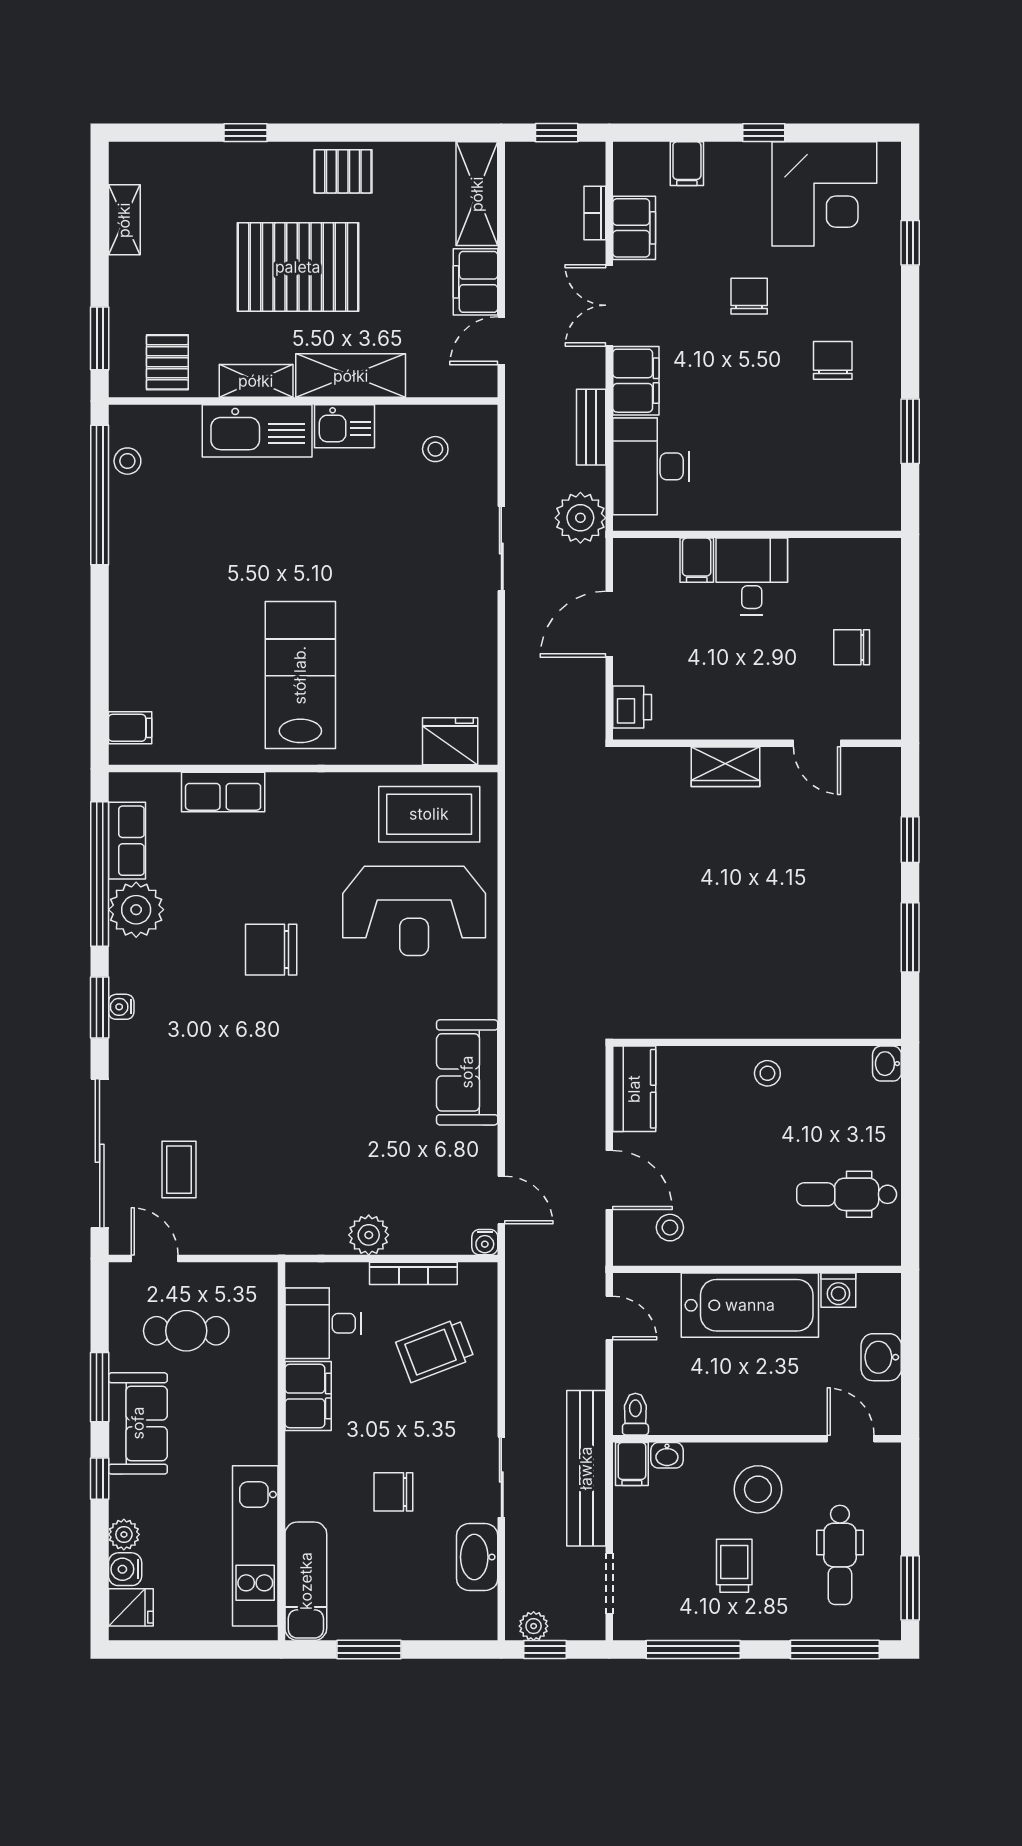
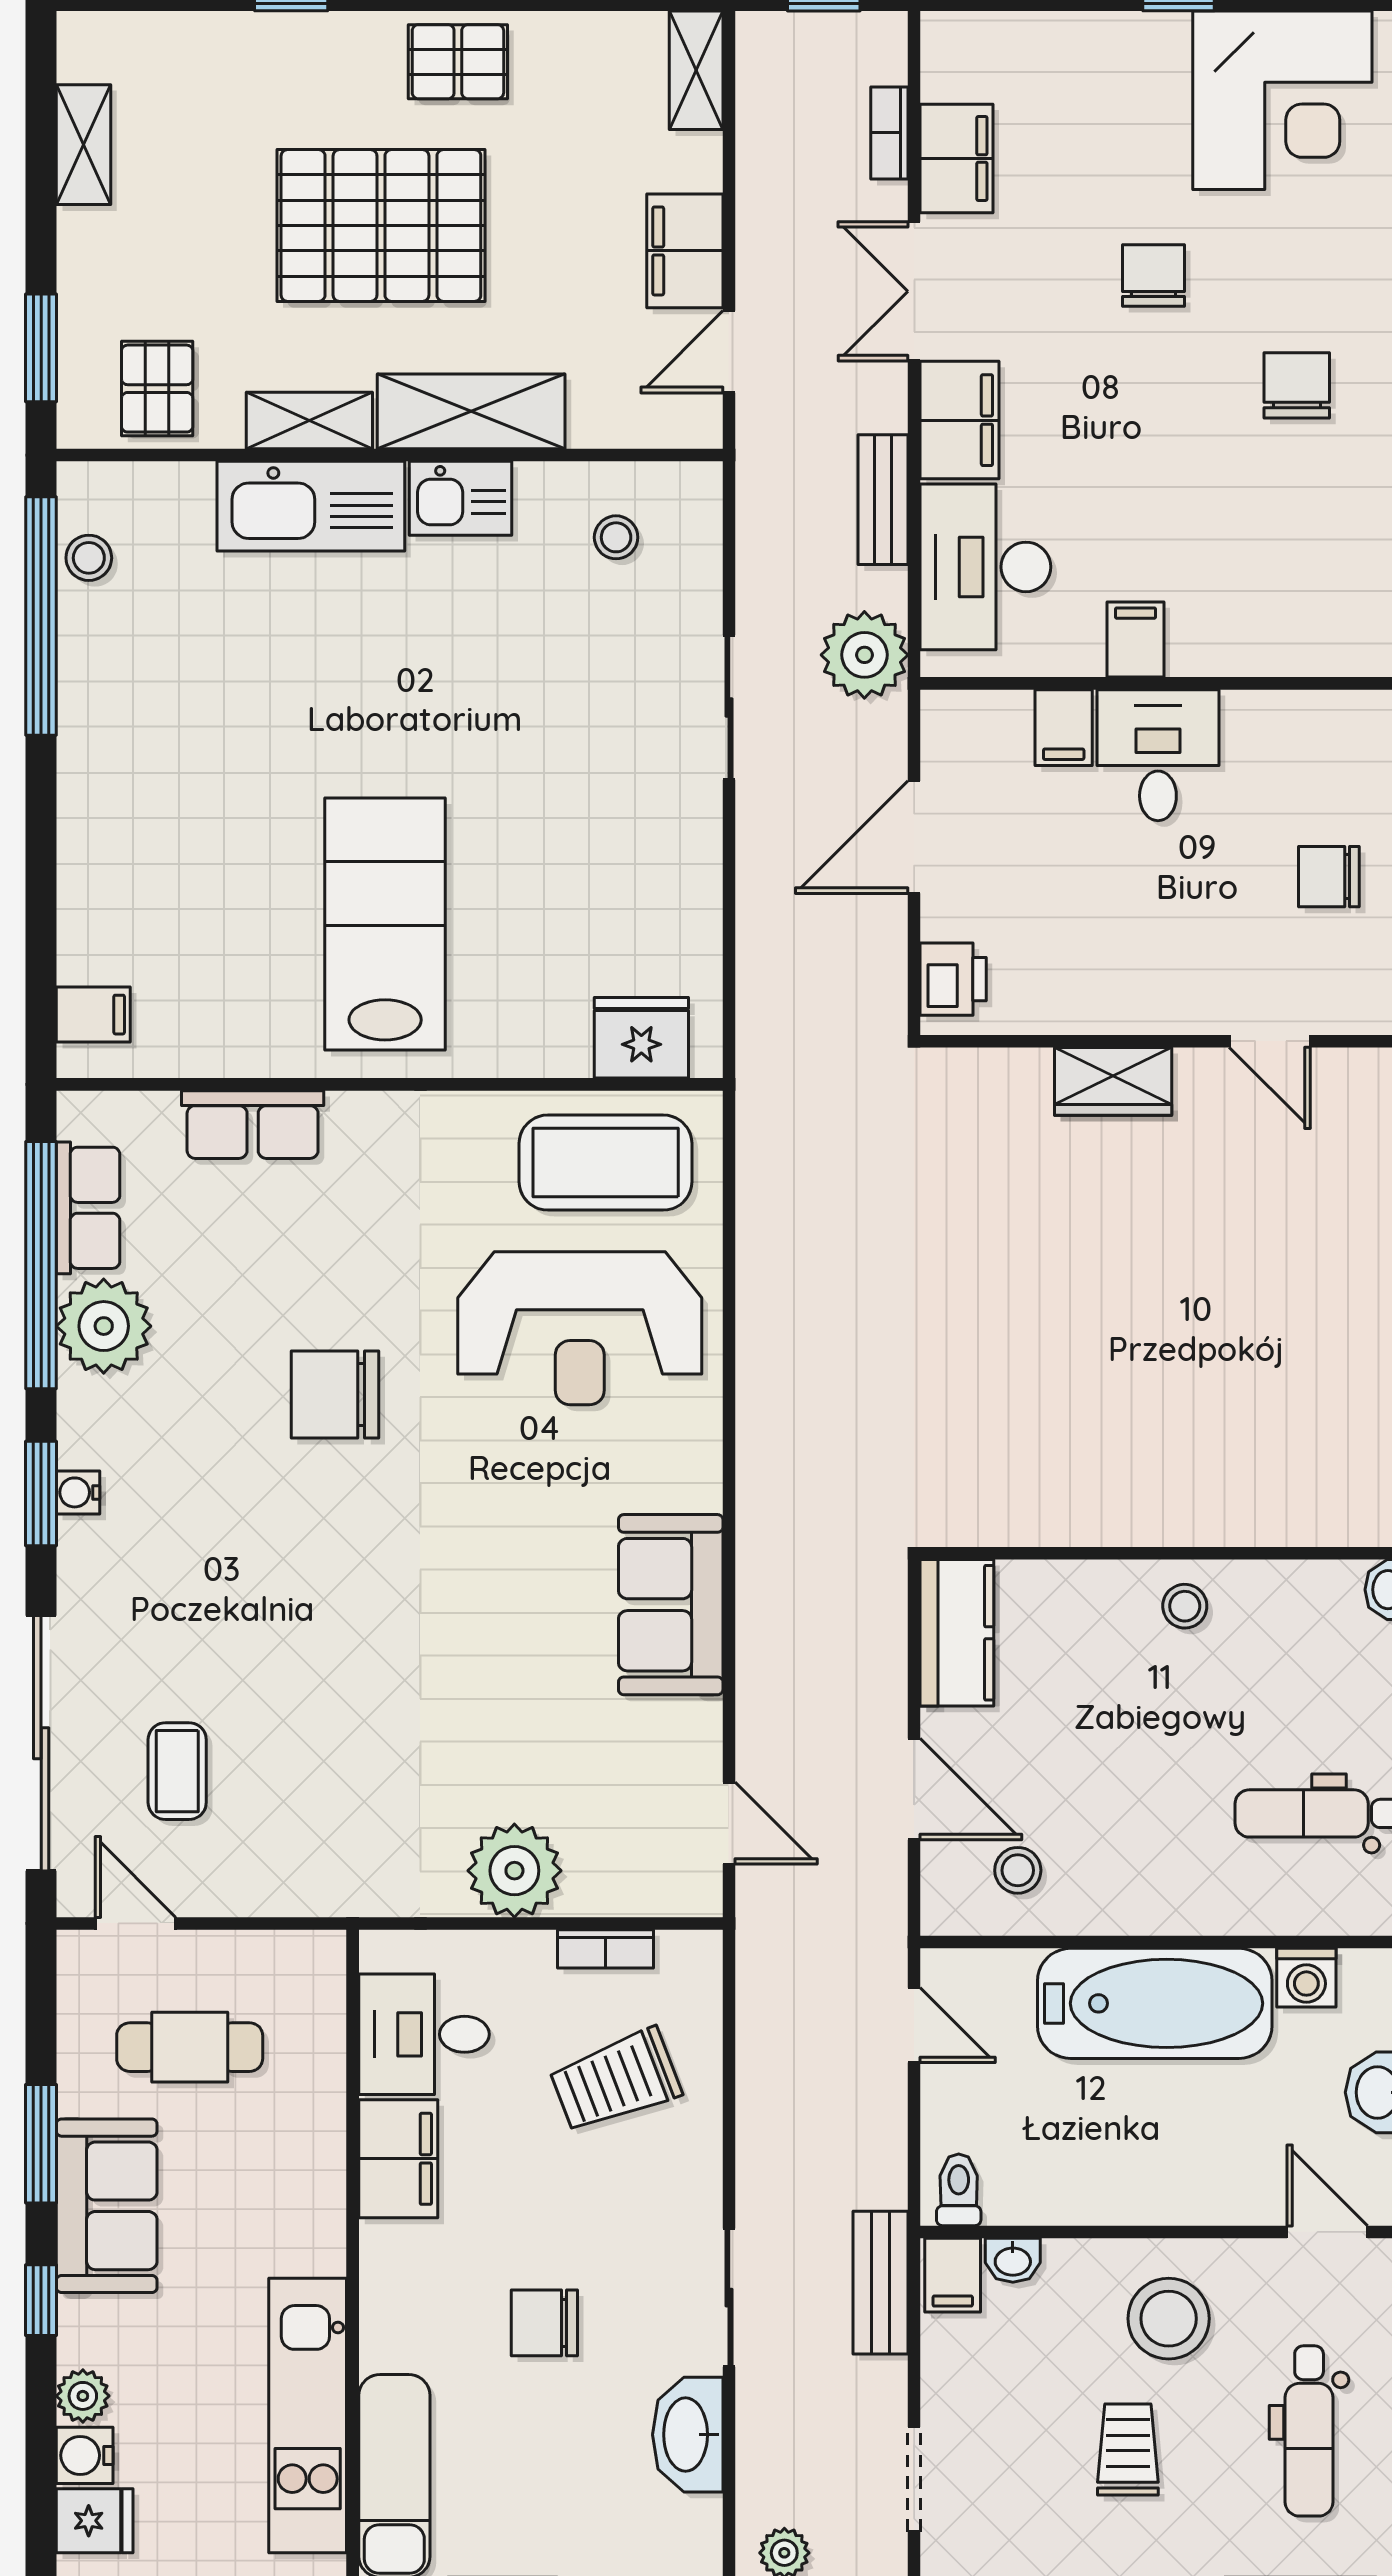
filing cabinet: (687, 164) -> (1135, 639), moved, turned 180
shelving: (477, 194) -> (696, 70), width x0.67, depth x0.75
plant: (369, 1235) -> (514, 1871), width x1.36, depth x1.36
water cooler: (485, 1242) -> (701, 1895), removed
bookcase: (413, 1273) -> (605, 1949), width x0.64
bench: (586, 1468) -> (881, 2283), width x0.54, depth x0.82

